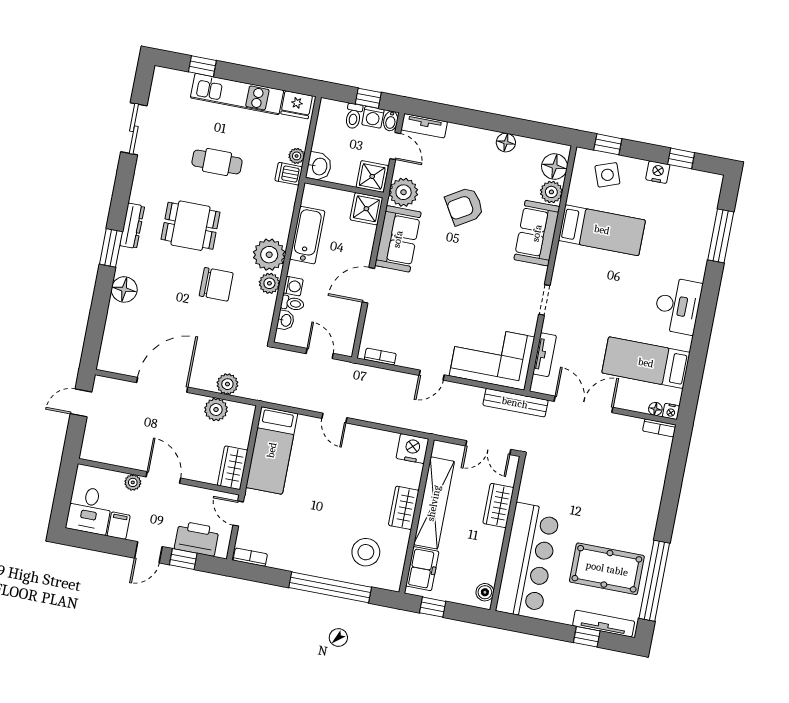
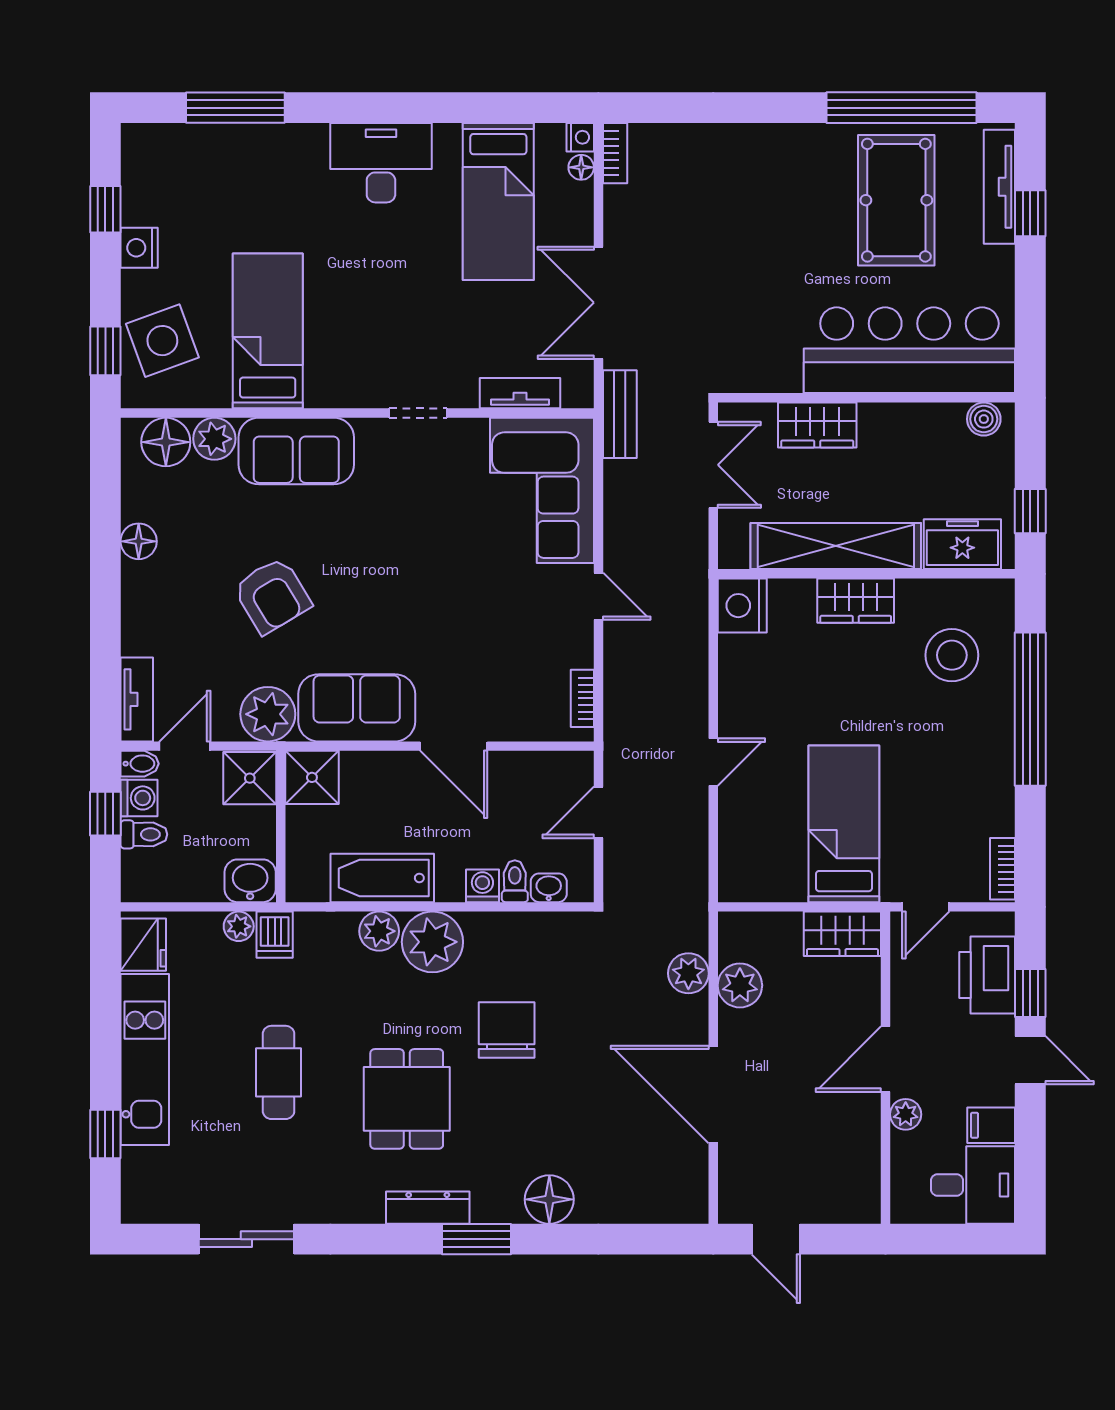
side table: (607, 175) -> (162, 341), width x1.37, depth x1.37
plant: (269, 283) -> (379, 931), moved
bench: (515, 403) -> (620, 414), width x0.73
bed: (272, 450) -> (844, 824), moved, turned -90

